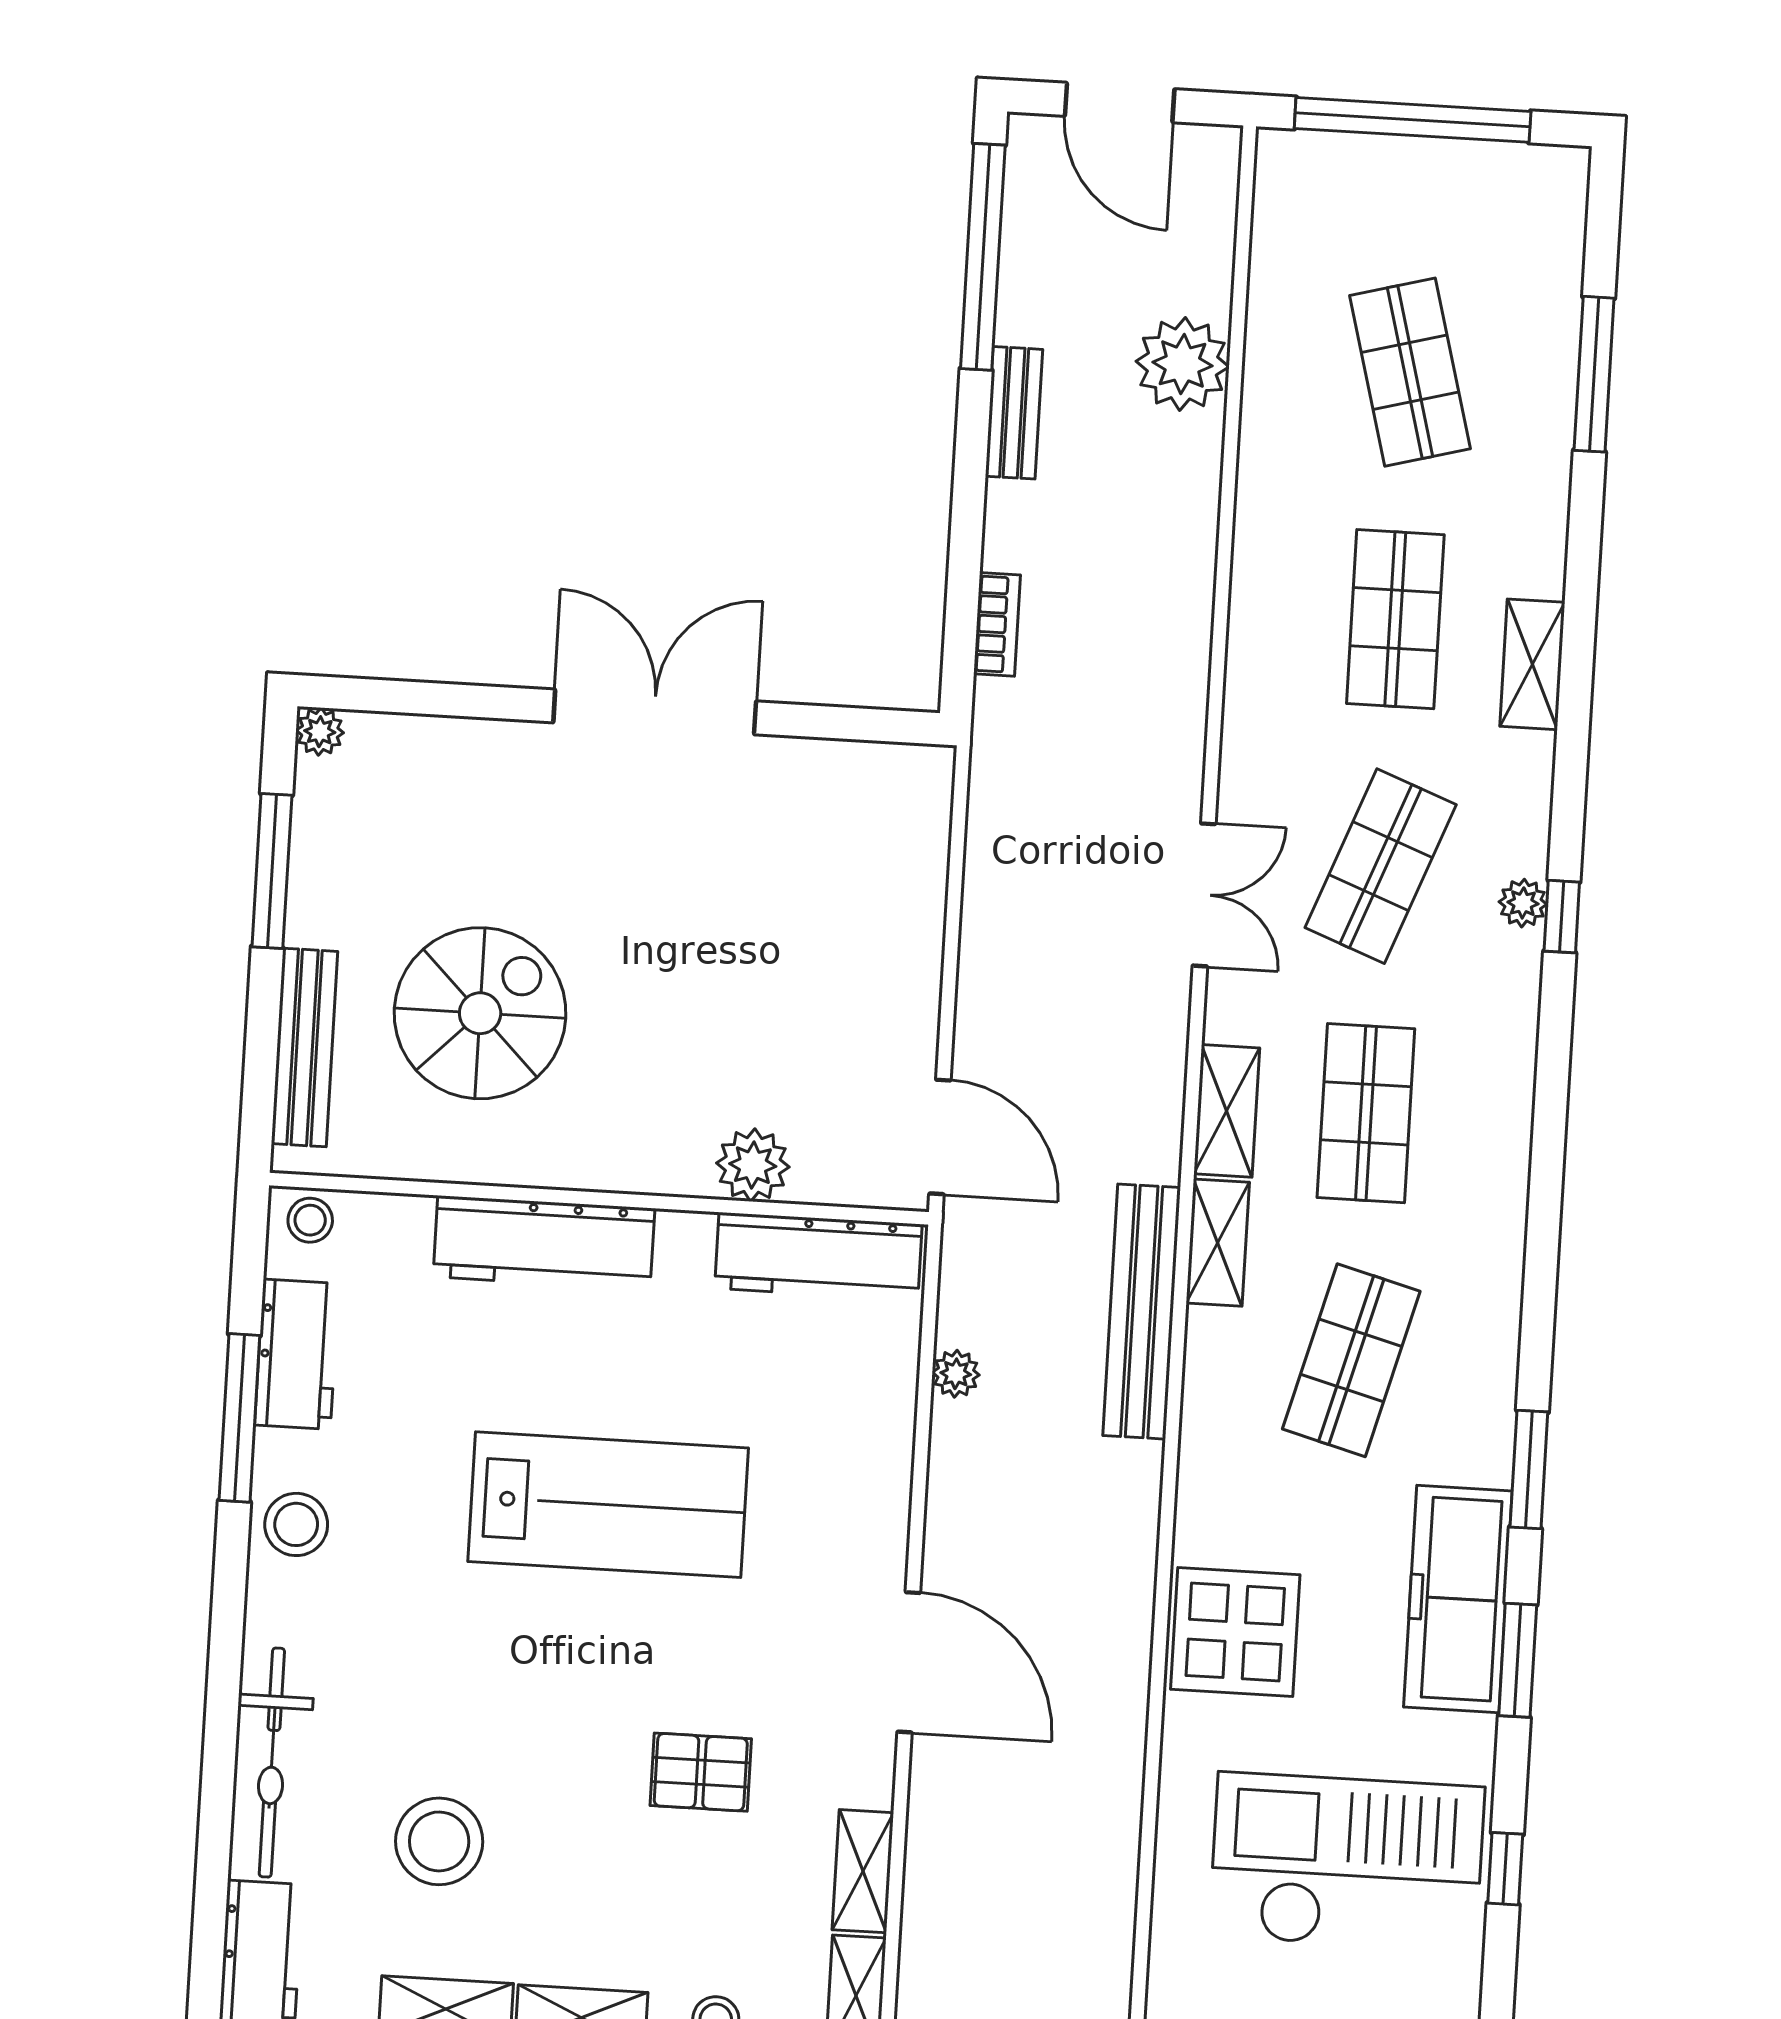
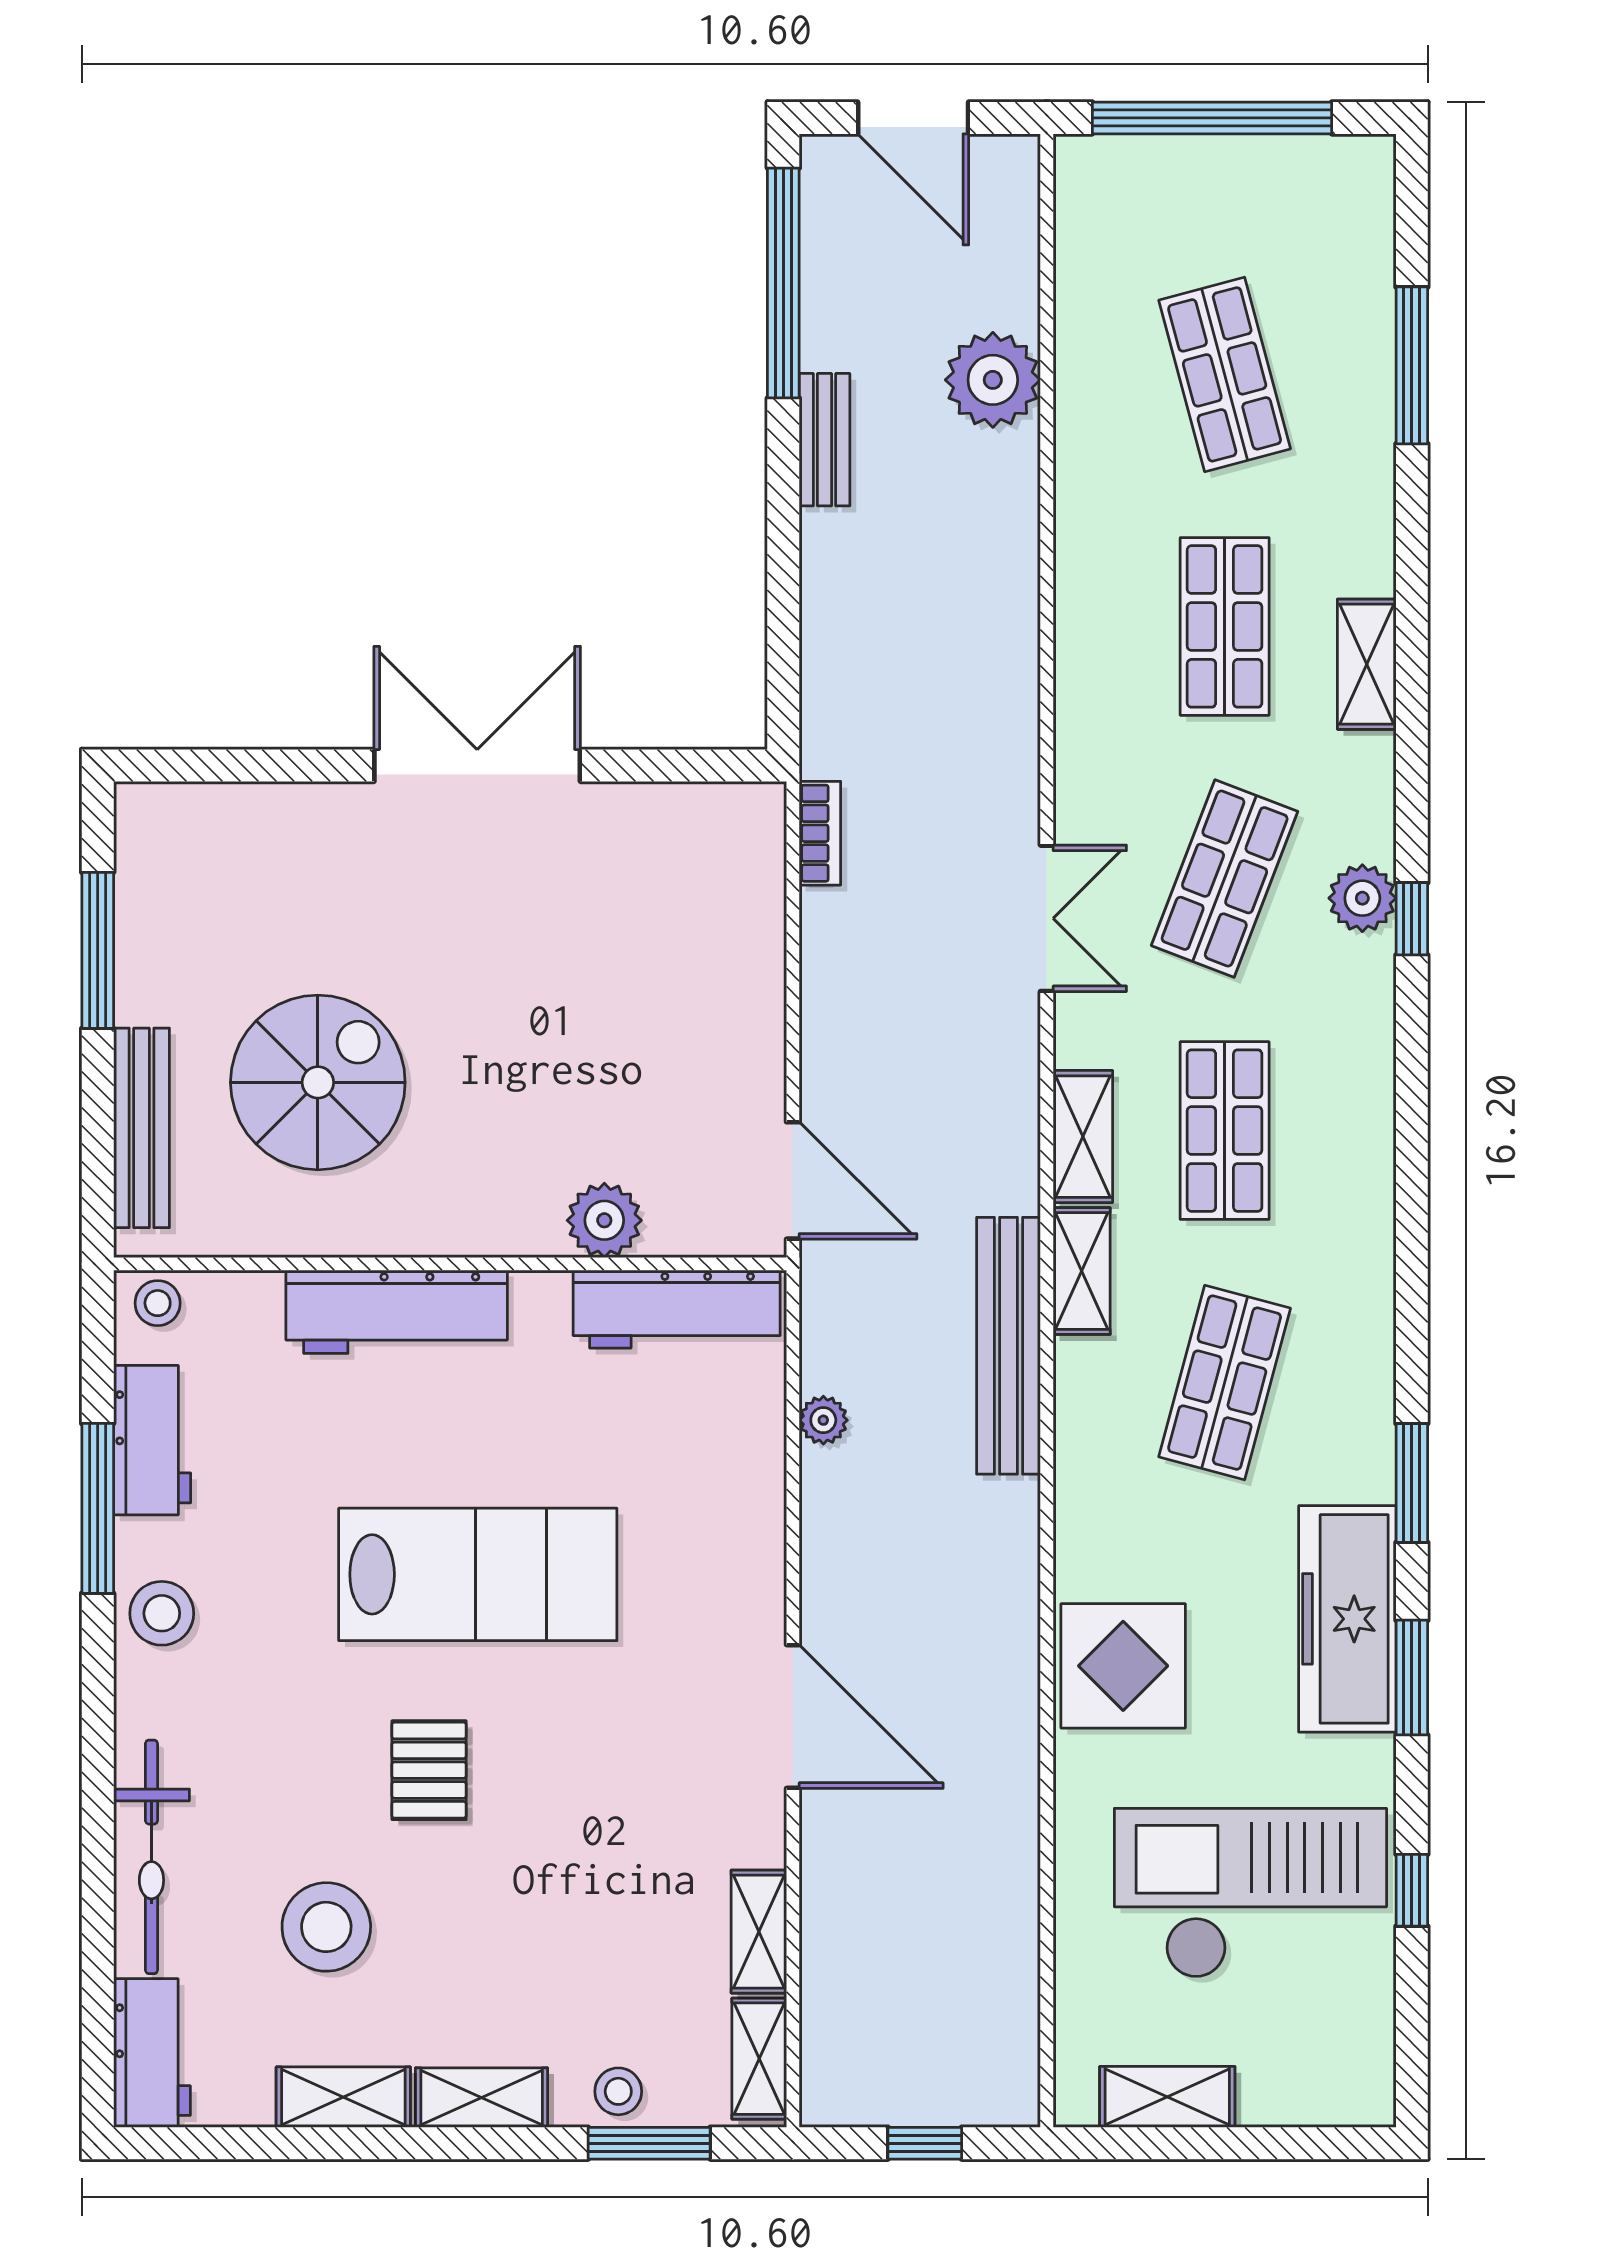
bookcase: (997, 624) -> (820, 833), moved
plant: (320, 732) -> (138, 806), removed
plant: (1523, 903) -> (1362, 898), width x1.38, depth x1.38
pallet: (701, 1772) -> (429, 1770), moved, turned 90

